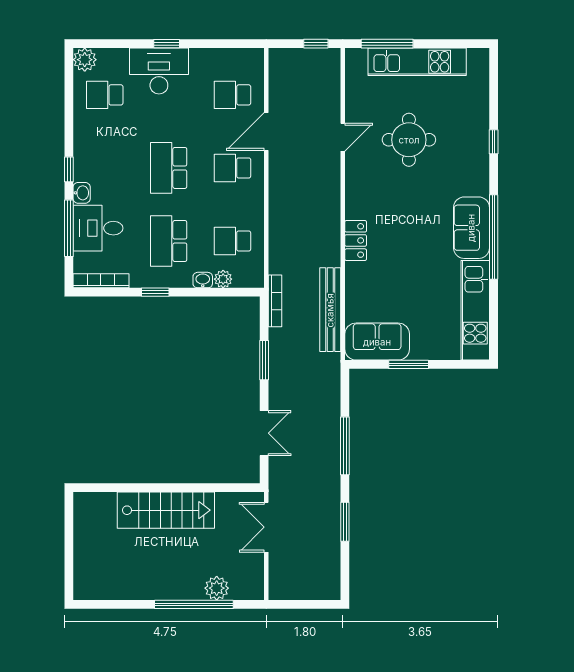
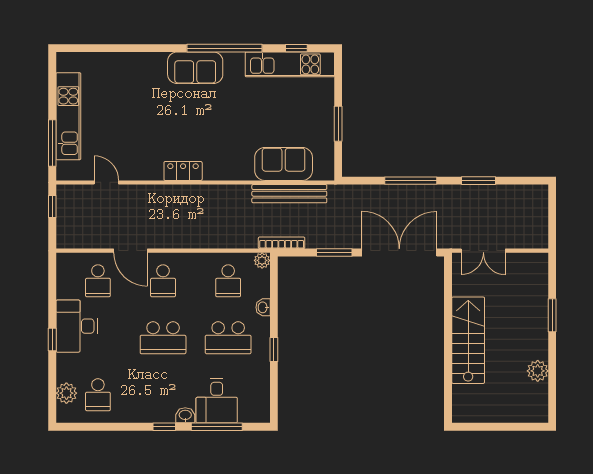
plant: (85, 60) -> (66, 393), moved
desk: (159, 71) -> (77, 326), moved
door: (343, 137) -> (106, 182), moved
round table: (409, 140) -> (138, 124), removed
window: (494, 142) -> (296, 48), moved
sofa: (471, 228) -> (195, 68), moved
locker: (356, 240) -> (183, 171), moved
plant: (223, 279) -> (262, 260), moved
bookcase: (101, 281) -> (264, 398), removed
sofa: (377, 342) -> (284, 164), moved, turned 90
double door: (264, 433) -> (399, 253), width x1.87
plant: (217, 588) -> (538, 371), moved
window: (194, 604) -> (552, 315), width x0.47

